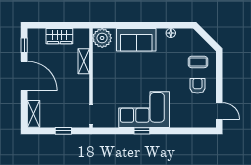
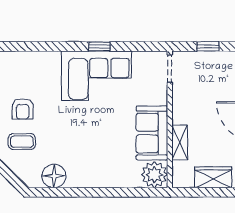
floor lamp: (171, 33) -> (54, 176), width x1.89, depth x1.89
sofa: (136, 40) -> (152, 133), moved, turned -90

